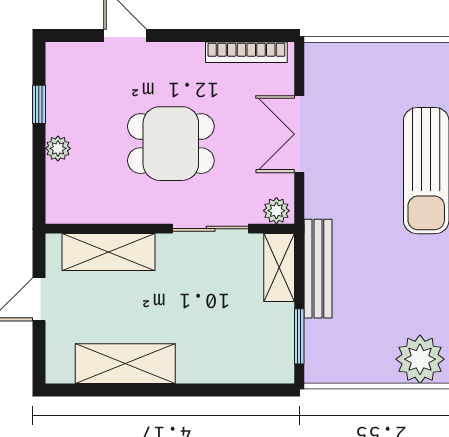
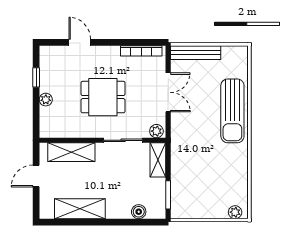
double door: (299, 134) -> (168, 92), swing flipped
bench: (318, 269) -> (196, 53), moved, turned 90
plant: (420, 359) -> (235, 212), width x0.53, depth x0.53
boiler: (241, 370) -> (139, 212), added

